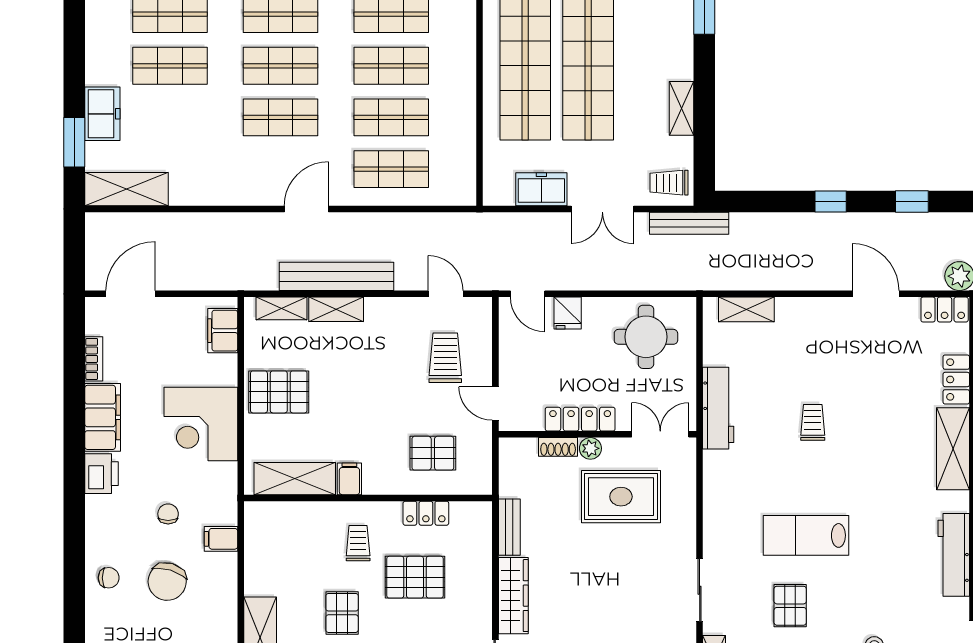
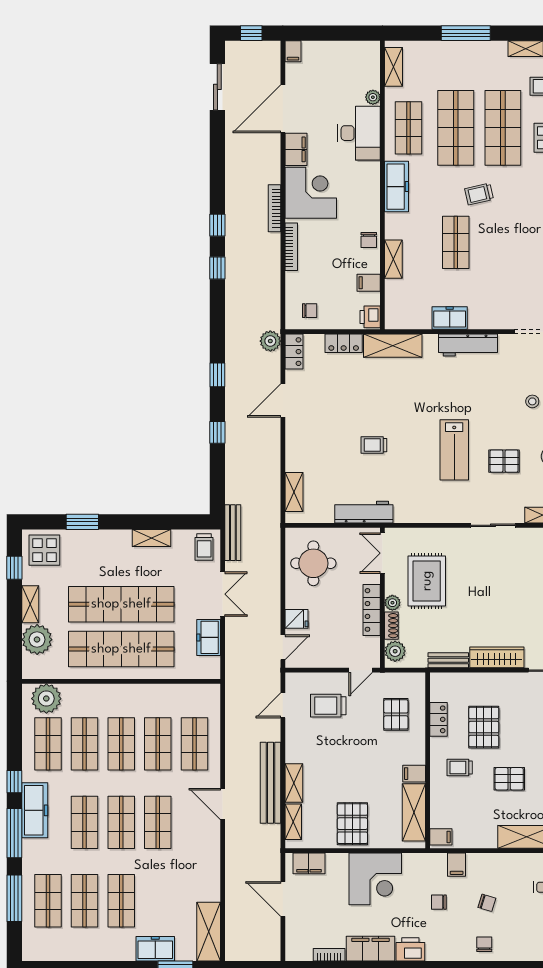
door: (131, 294) -> (283, 899), moved
plant: (522, 452) -> (395, 651), added
filing cabinet: (260, 517) -> (441, 837), added
chair: (167, 582) -> (487, 903), width x0.54, depth x0.54

